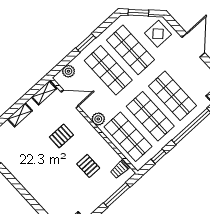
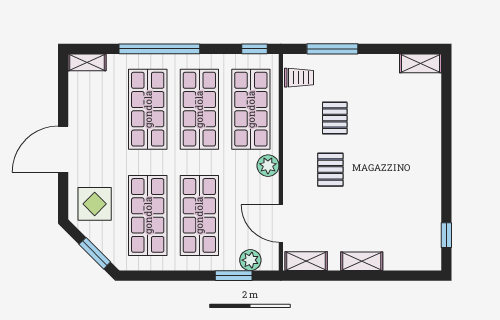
window: (86, 43) -> (234, 276), moved
pallet: (61, 136) -> (330, 170), moved, turned 90
window: (159, 156) -> (255, 49), moved

